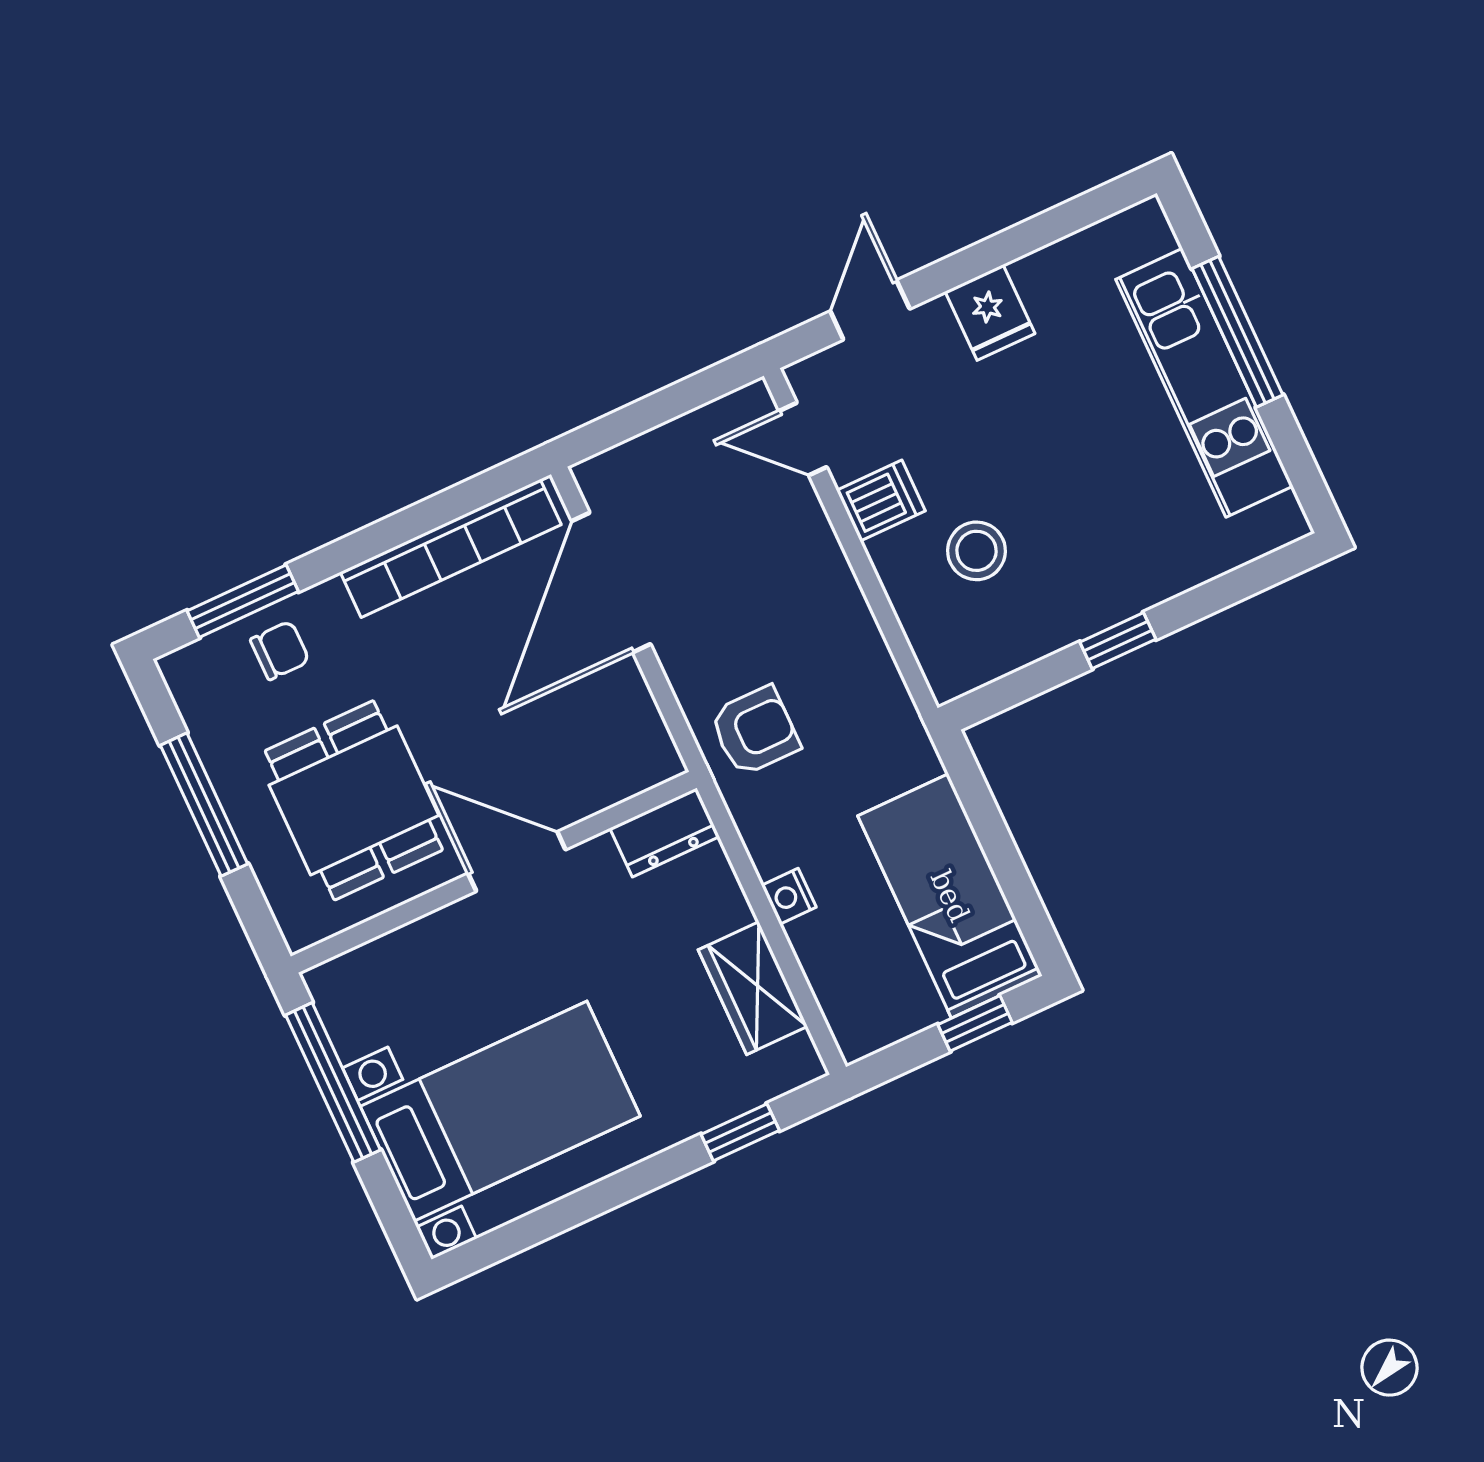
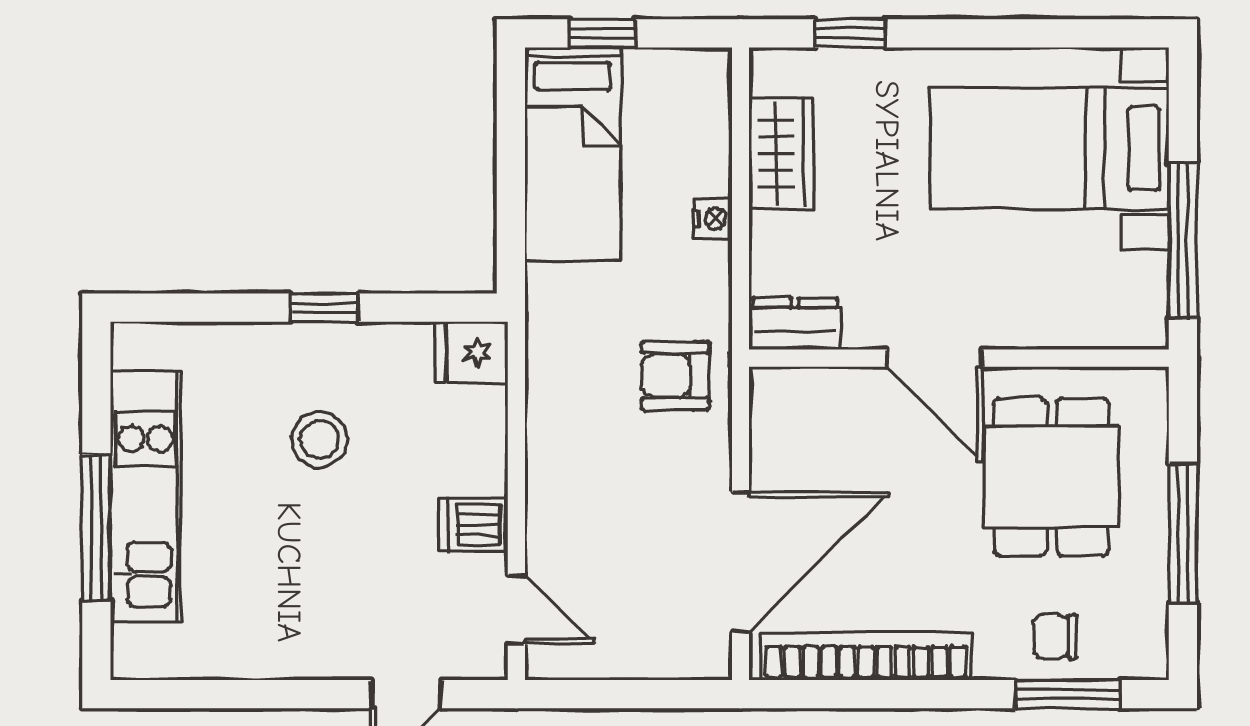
fridge: (990, 312) -> (472, 352), moved, turned -90
stool: (977, 551) -> (319, 439), moved

